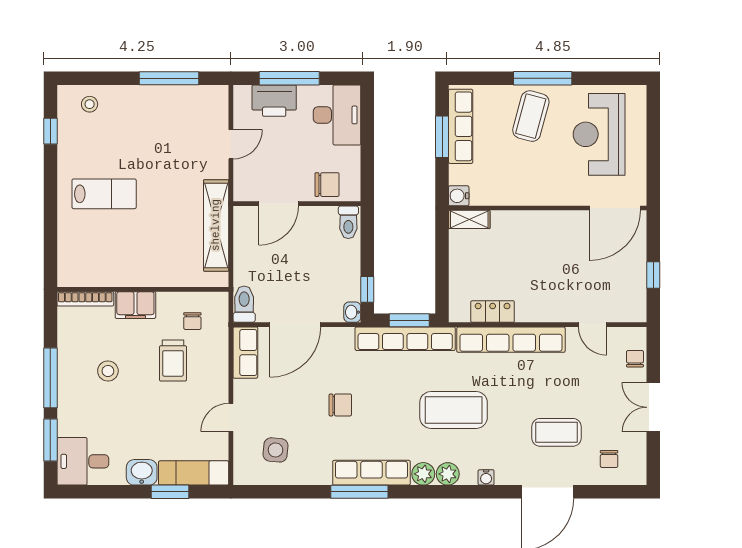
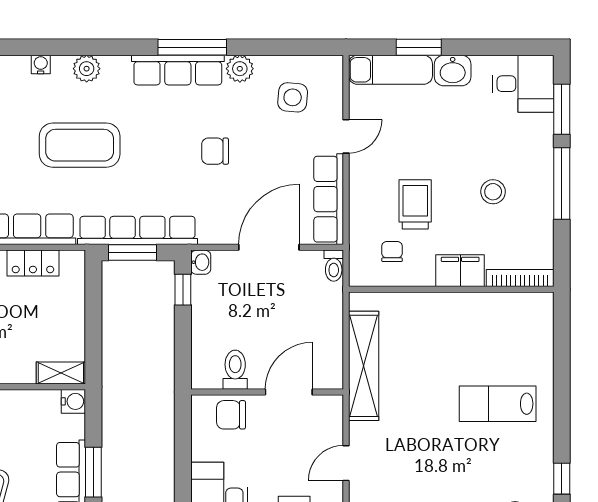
toilet: (348, 222) -> (235, 370), moved
toilet: (244, 304) -> (334, 266), width x0.73, depth x0.72
row of seats: (245, 353) -> (329, 199), width x1.48
plant: (423, 474) -> (240, 69), moved

